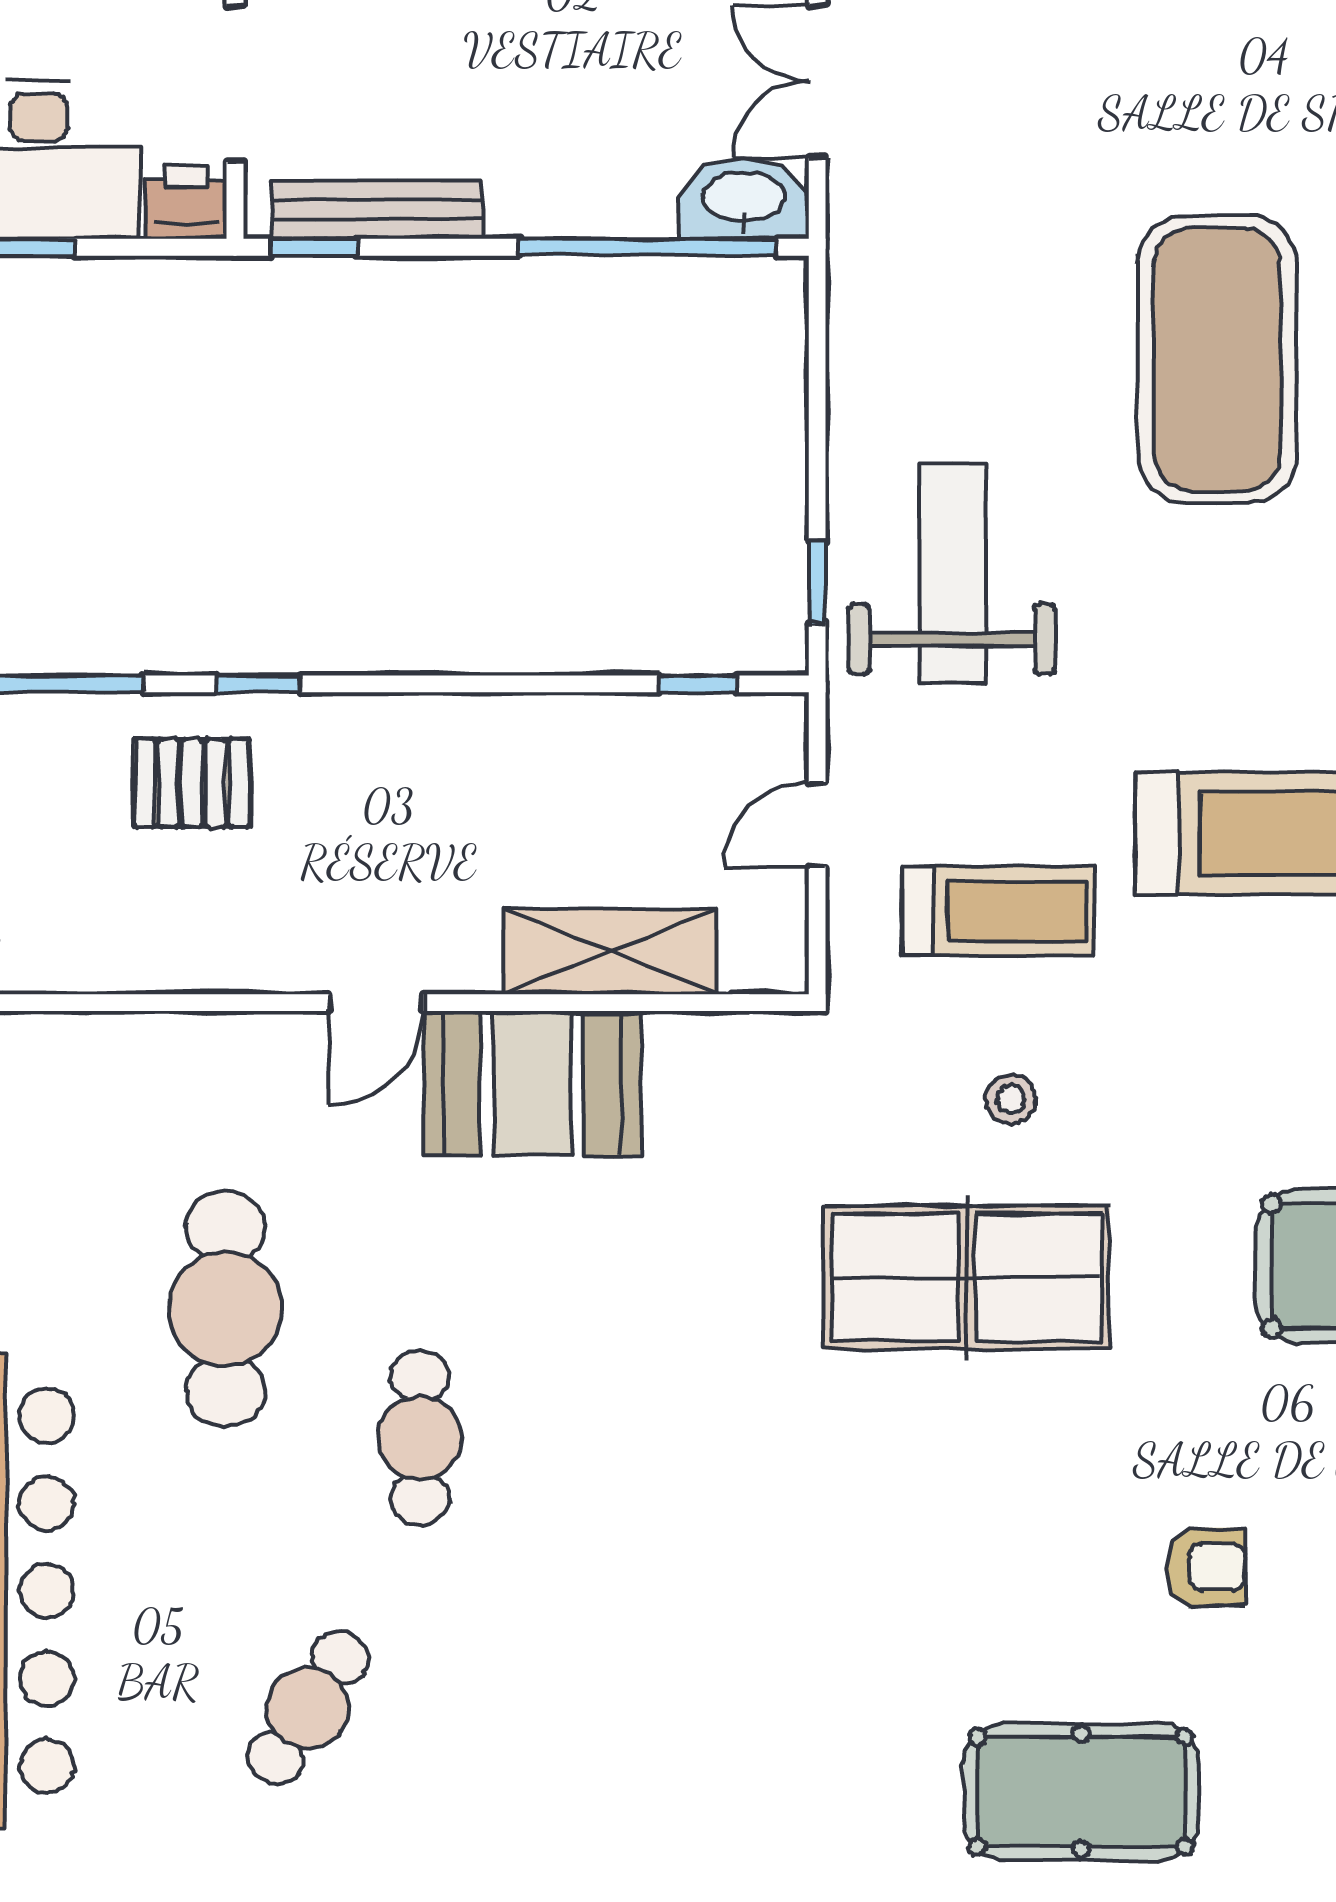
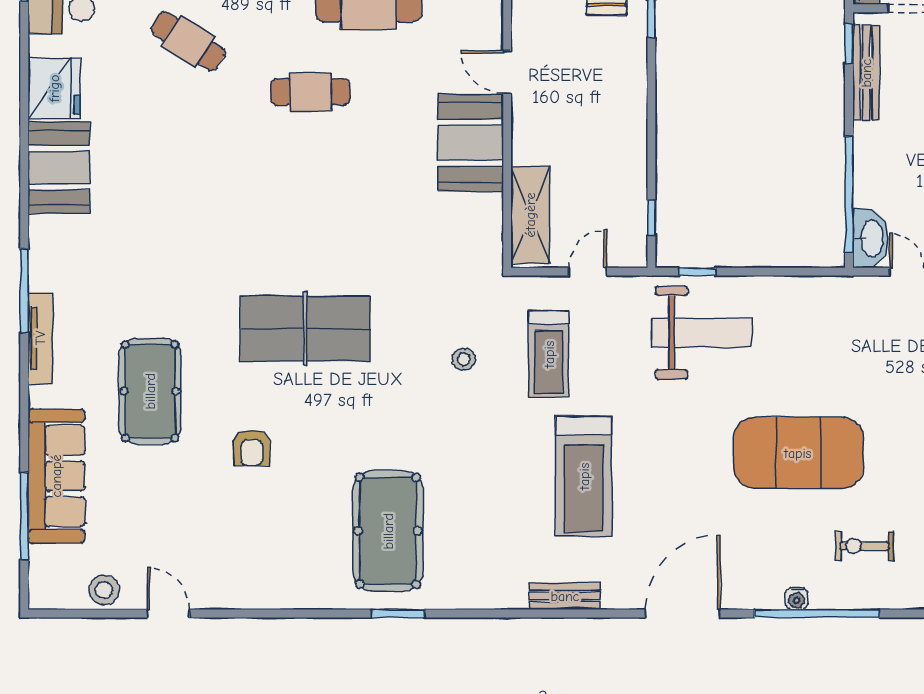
door: (817, 824) -> (588, 272), hinge flipped
shelving: (610, 951) -> (530, 215), moved
table tennis table: (967, 1277) -> (305, 329), moved, turned 90

